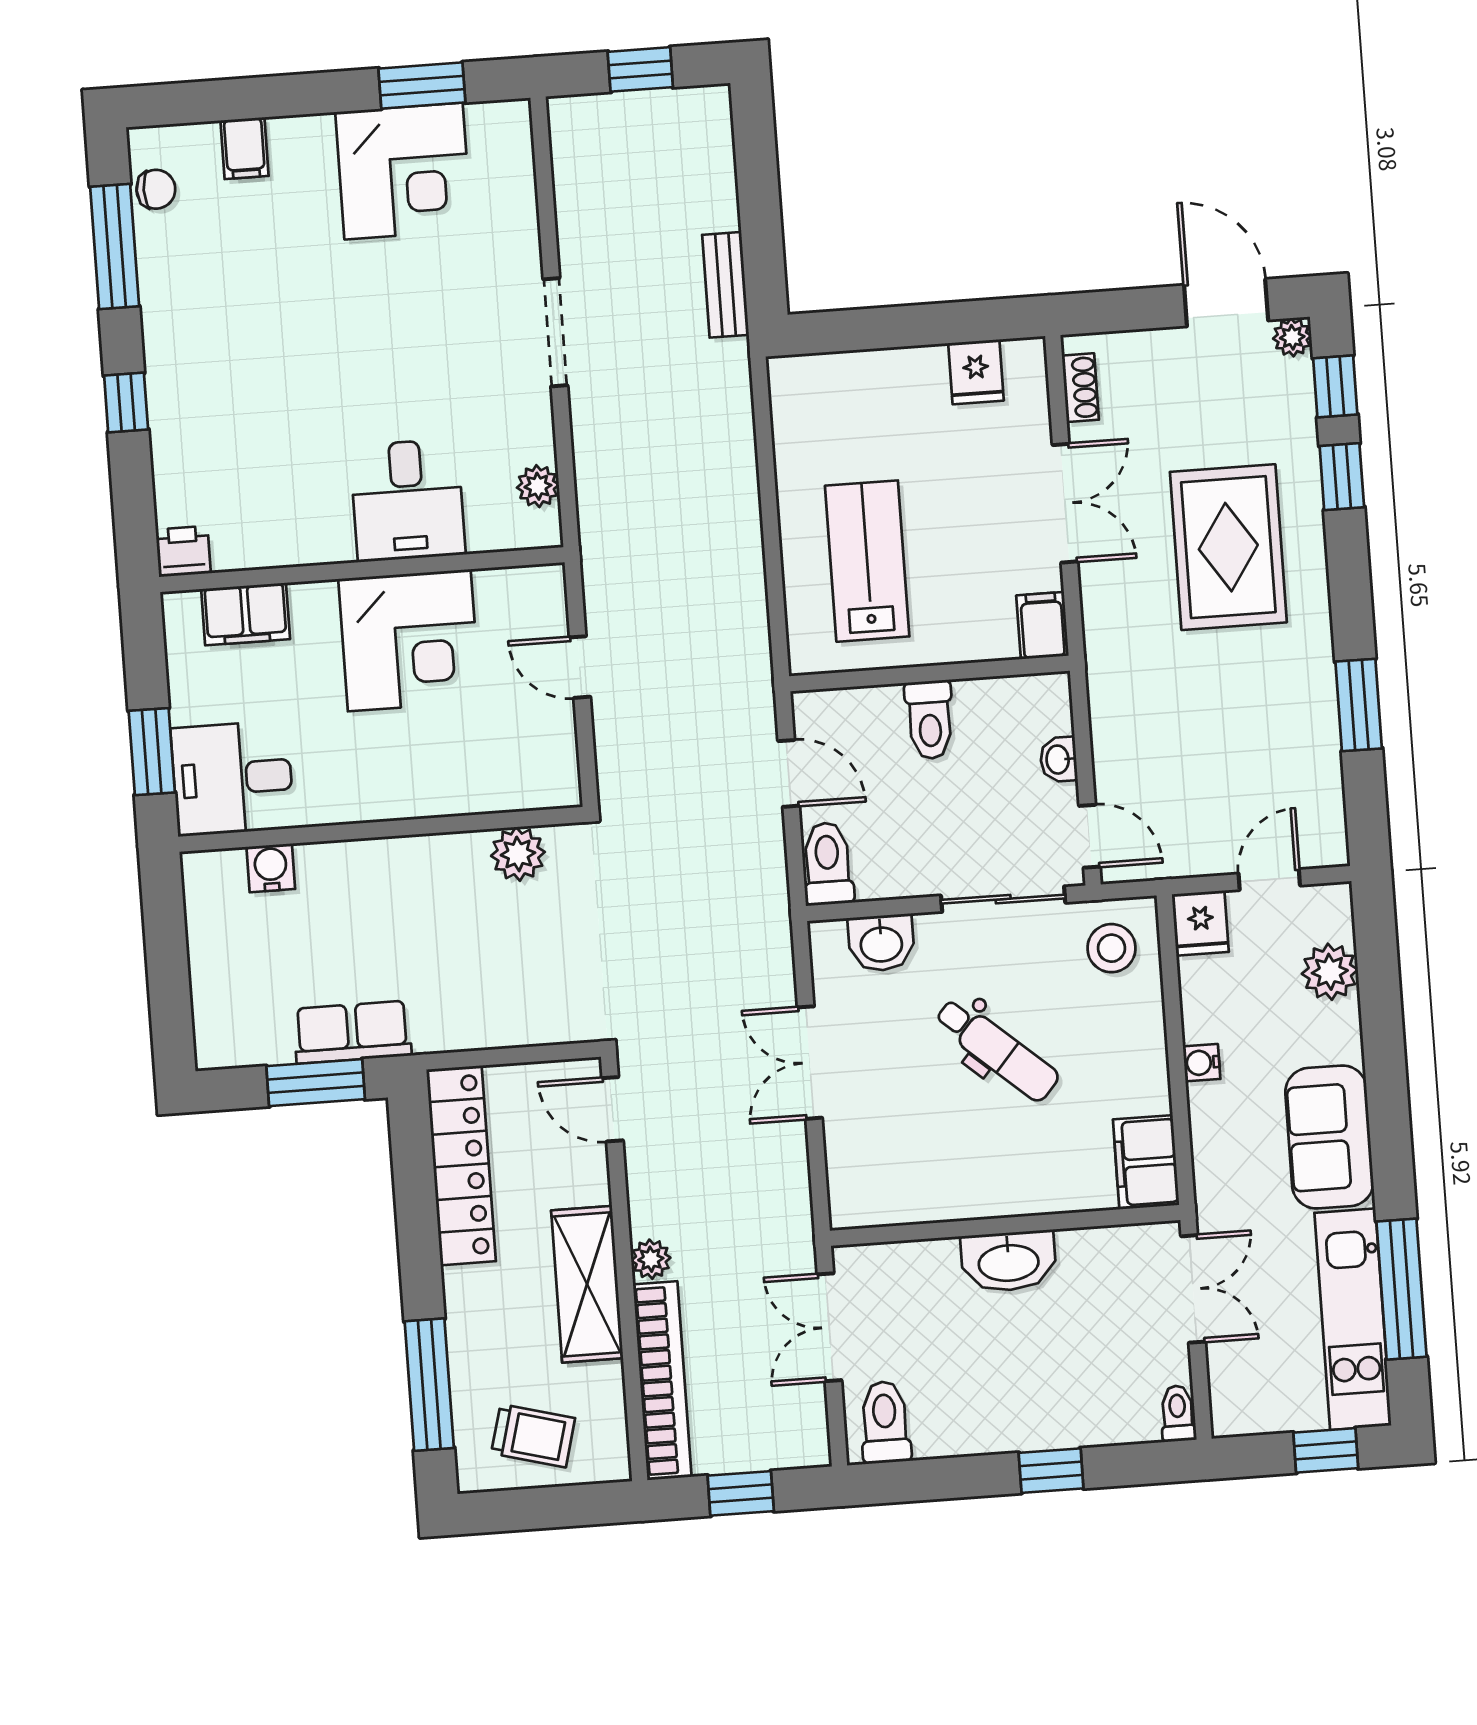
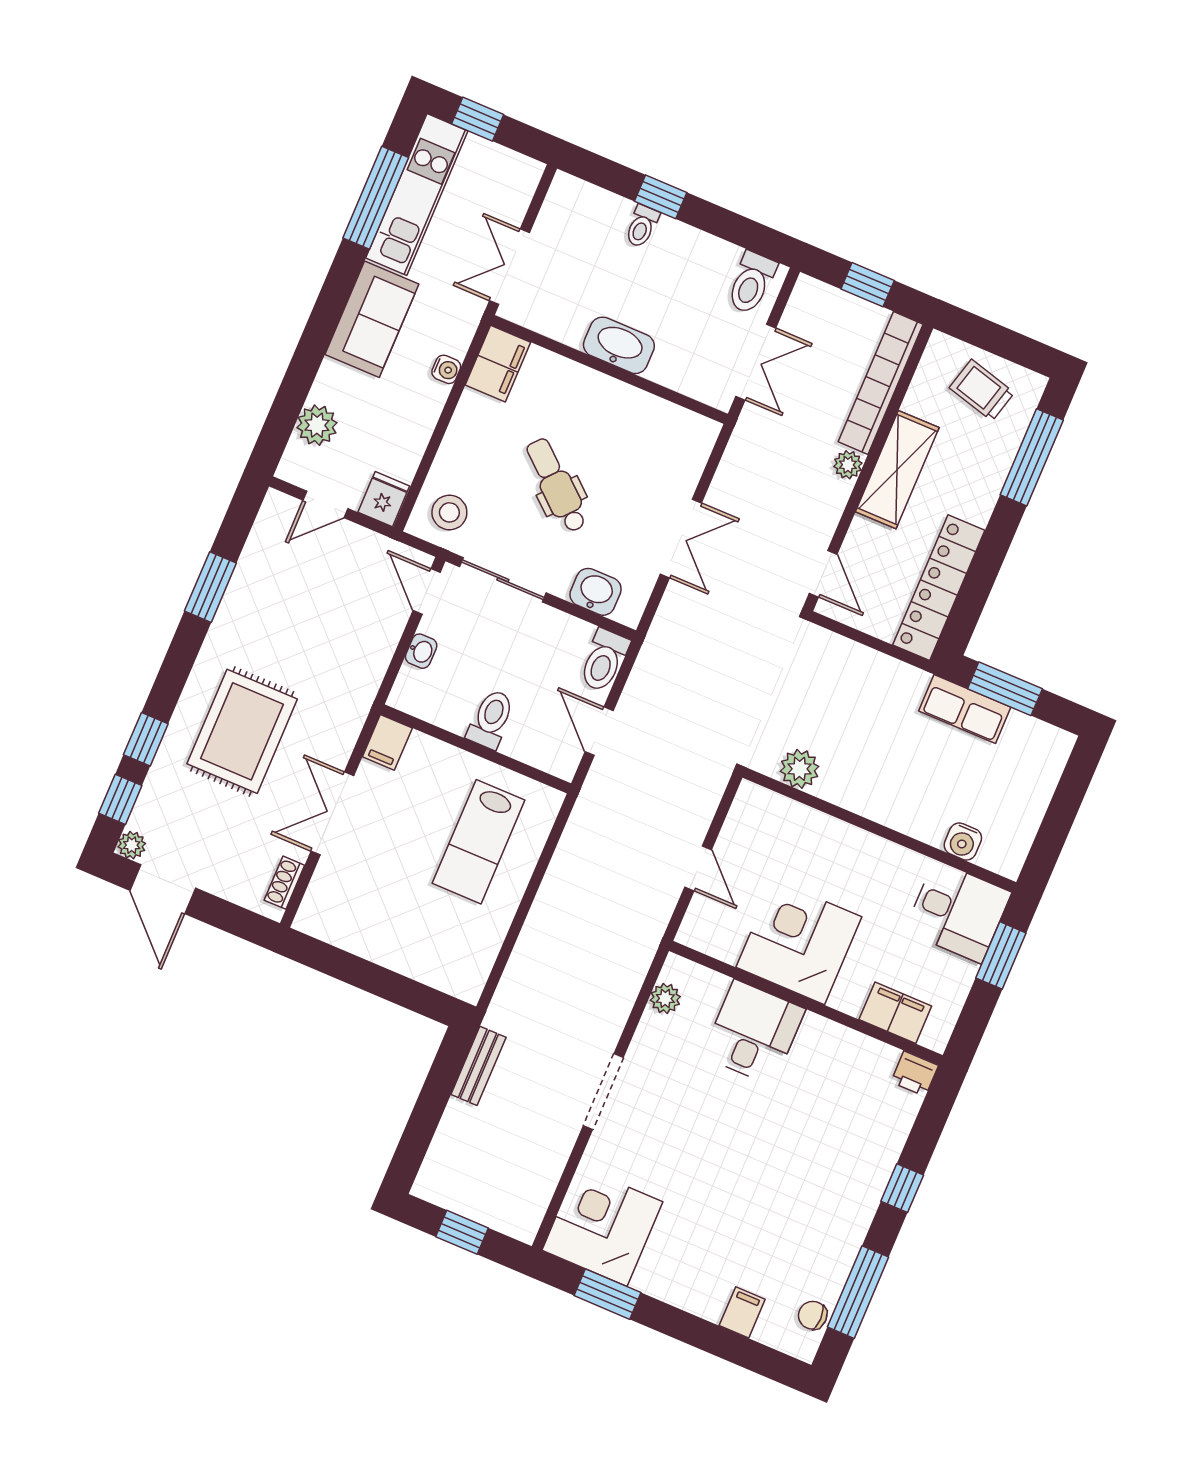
corner desk: (404, 171) -> (602, 1226), moved
fridge: (976, 372) -> (346, 927), removed
water cooler: (1202, 1063) -> (446, 369), moved
toilet: (1178, 1414) -> (642, 226), moved

